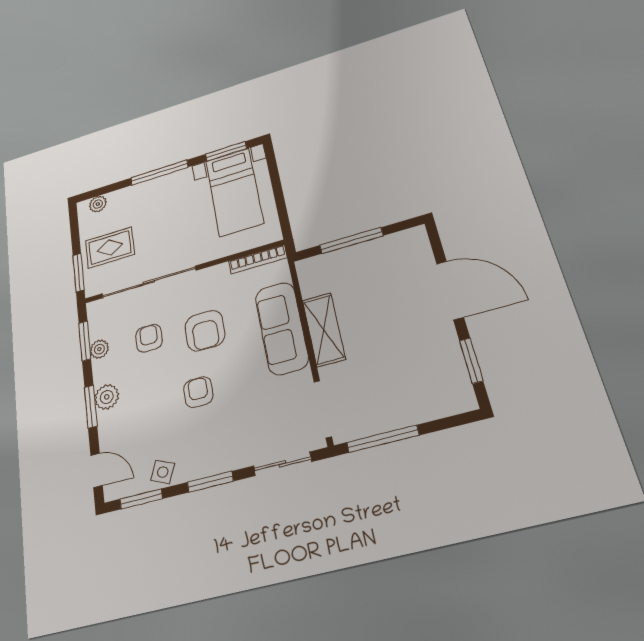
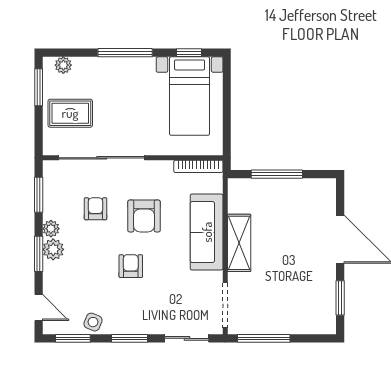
window: (226, 151) -> (189, 53), width x0.67
window: (79, 273) -> (39, 87), moved
plant: (99, 349) -> (51, 229), moved

